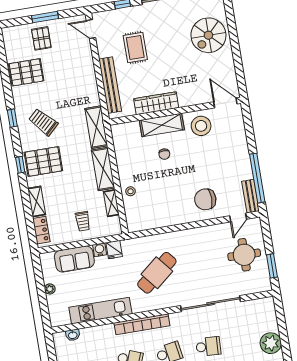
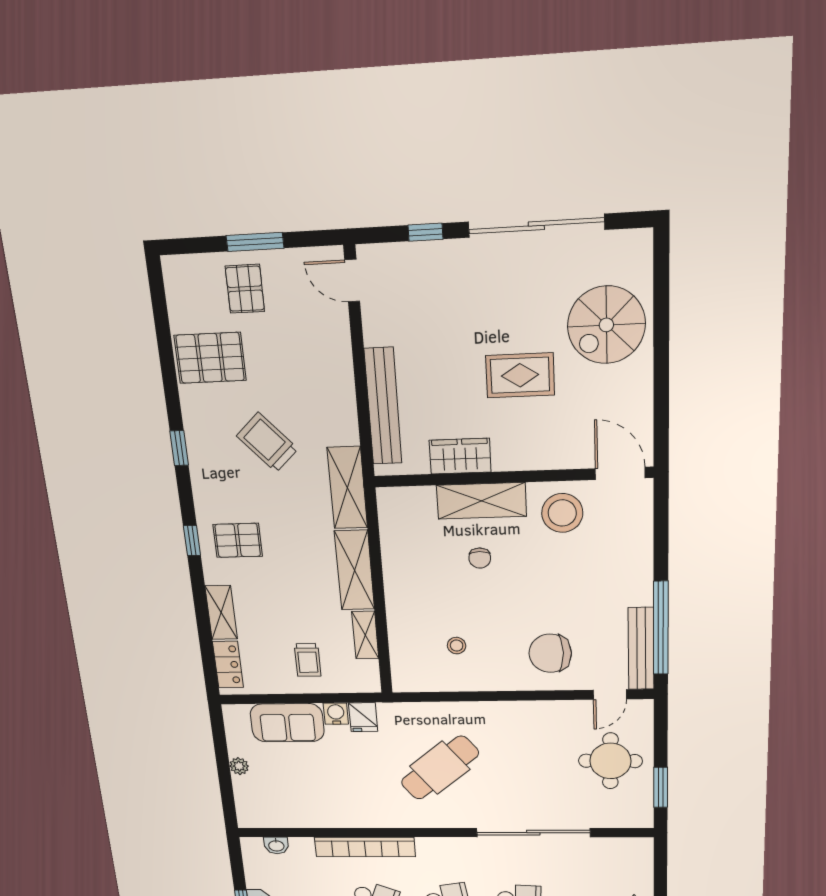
rug: (135, 48) -> (520, 375), moved, turned 90
wardrobe: (156, 103) -> (460, 456), width x0.67
trolley: (43, 122) -> (267, 442), moved
pallet: (43, 162) -> (238, 540), width x0.67, depth x0.71
stool: (130, 191) -> (457, 646), moved
bench: (250, 196) -> (641, 649), width x1.36
kitchen unit: (100, 311) -> (329, 814), removed
bookcase: (142, 324) -> (365, 847), moved

